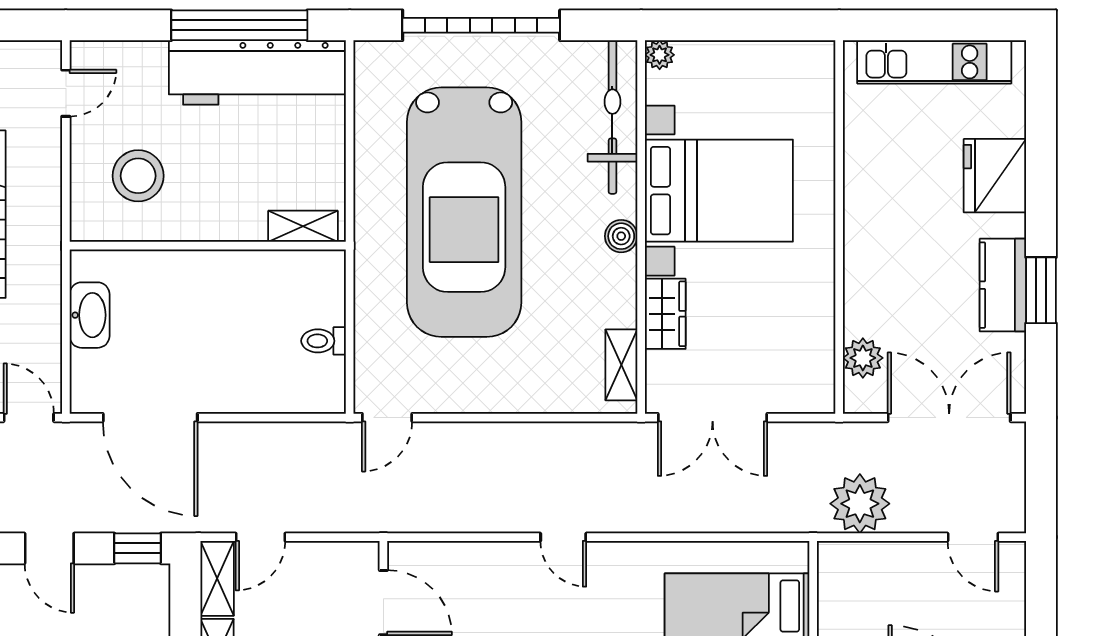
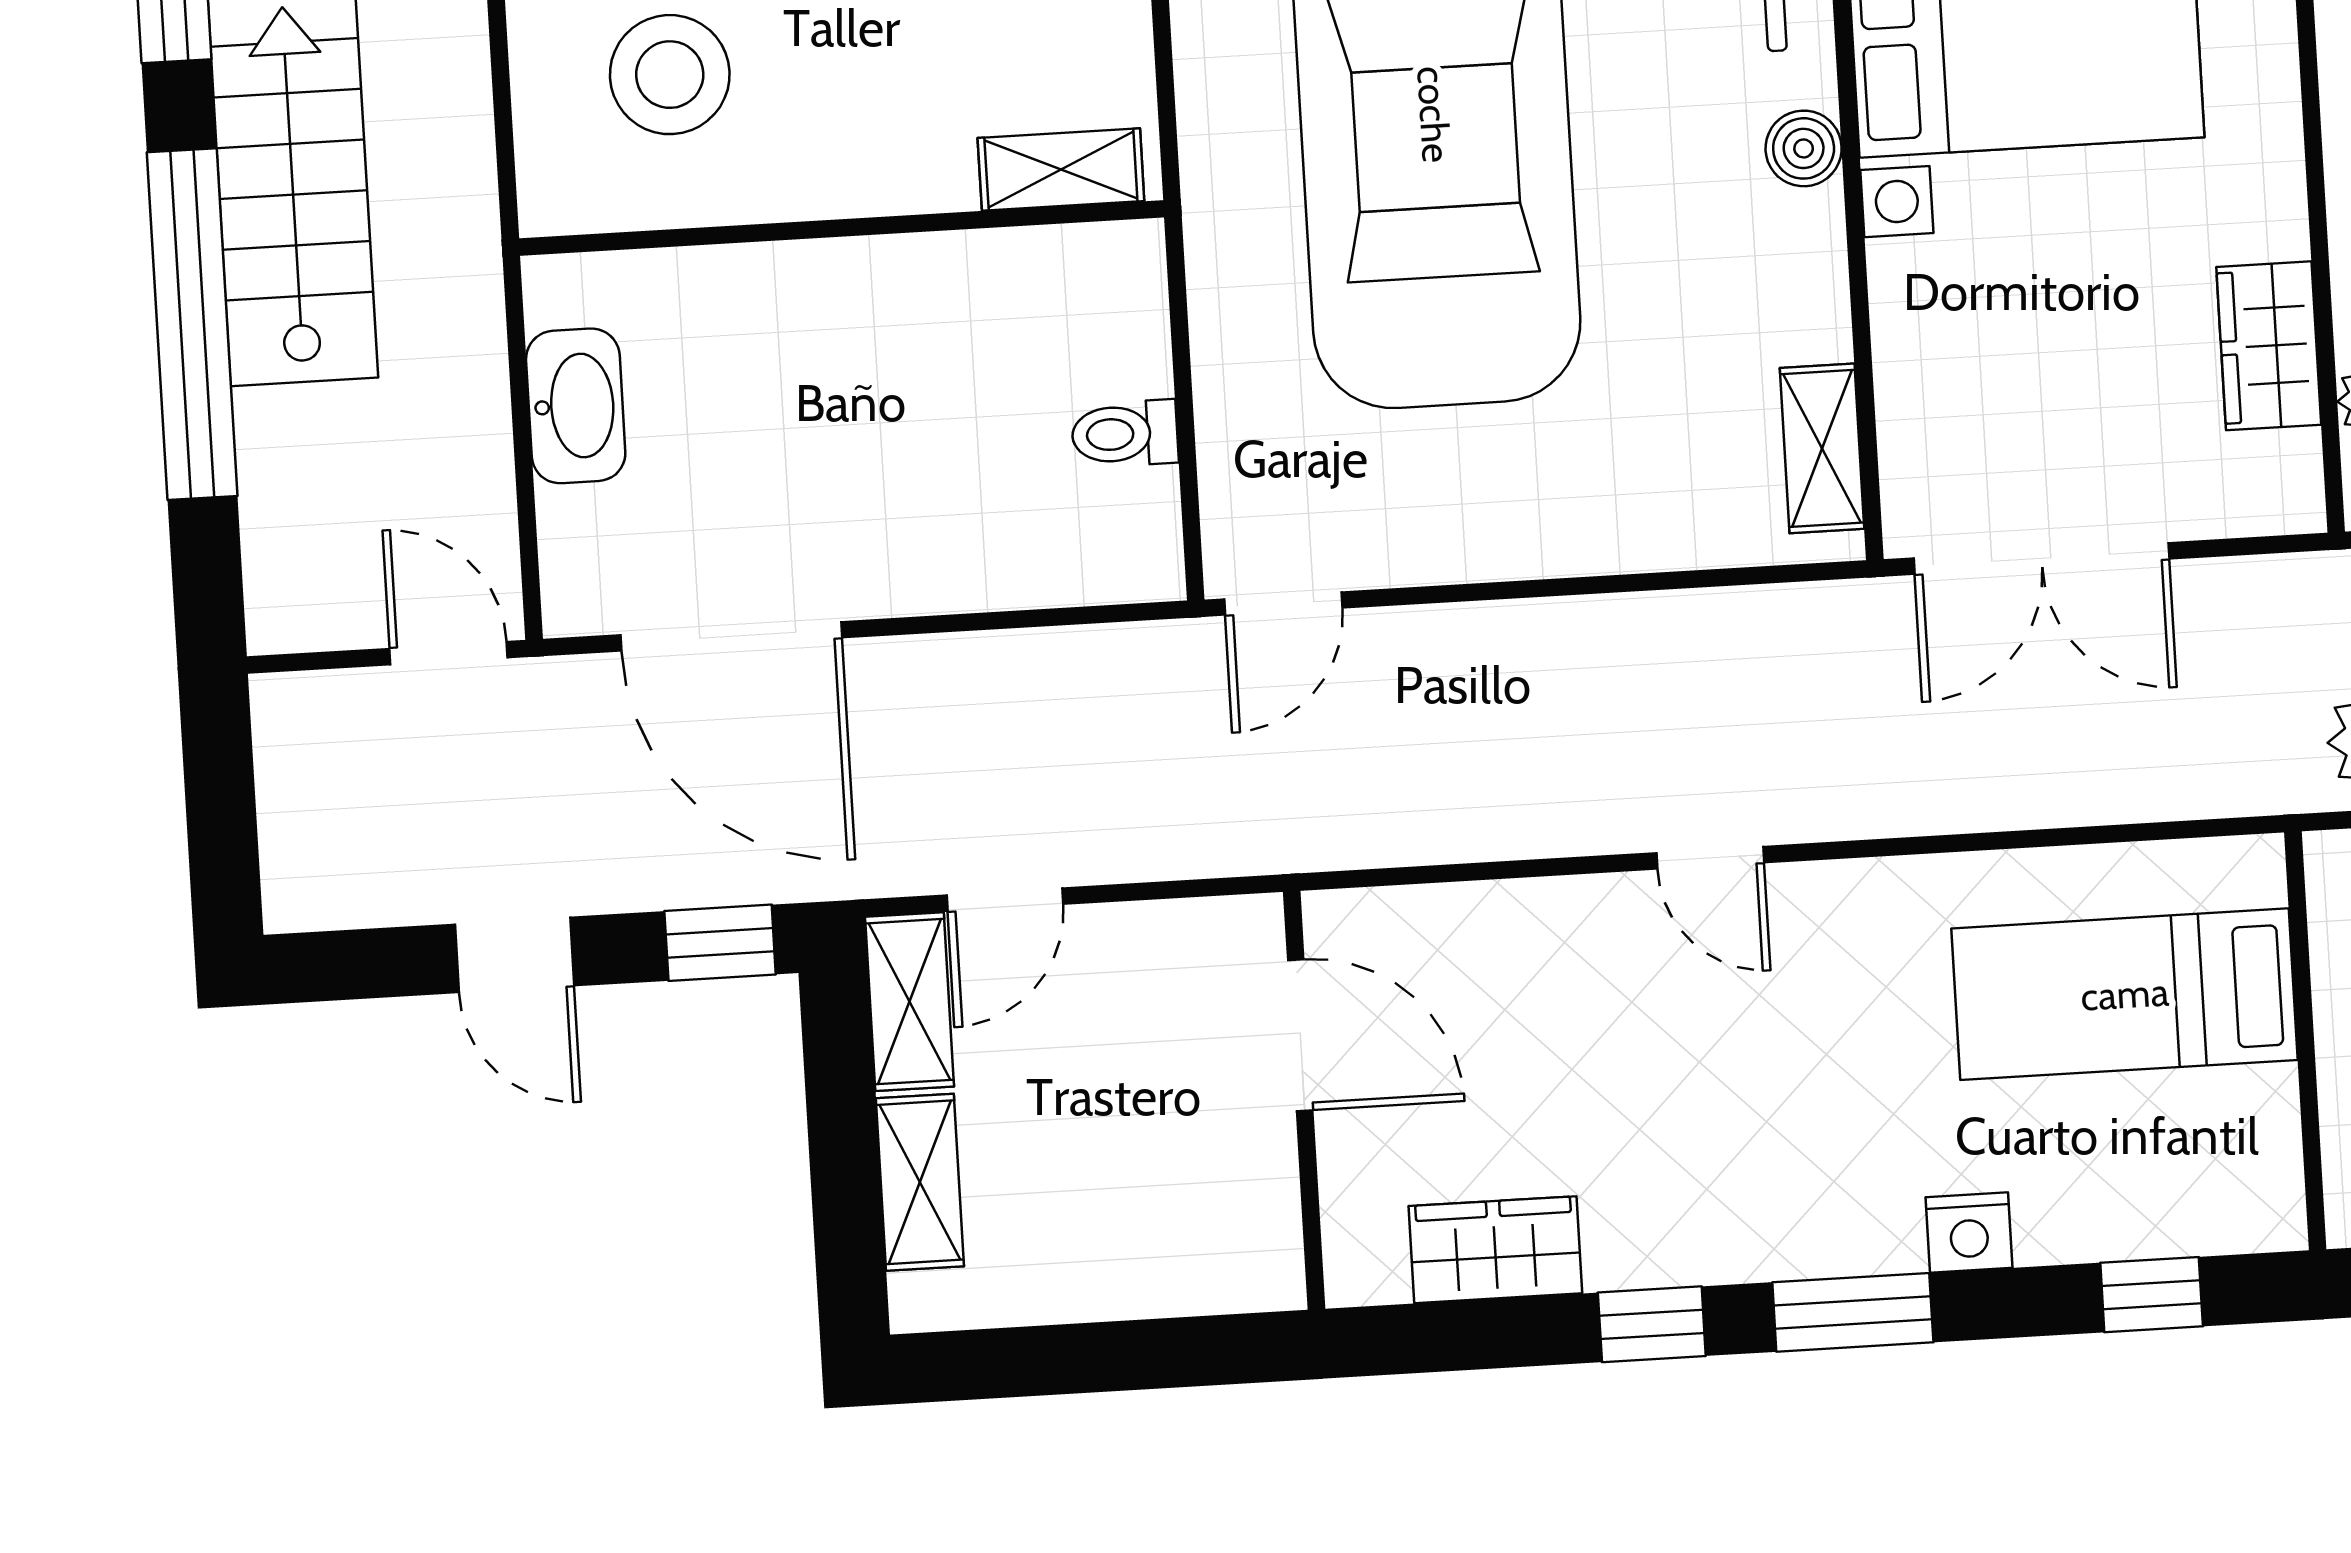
wardrobe: (665, 314) -> (2269, 346), moved, turned 180

